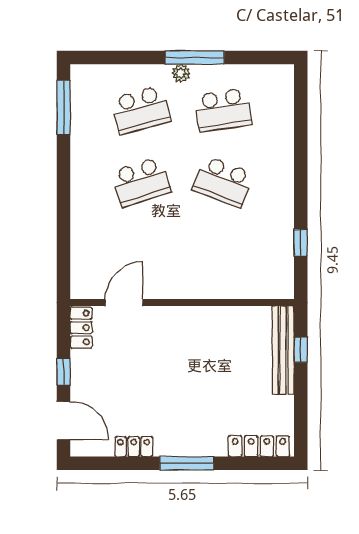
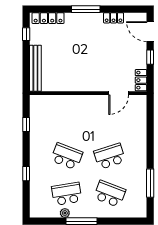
plant: (181, 73) -> (65, 213), moved
window: (64, 107) -> (150, 183), moved
school desk: (141, 110) -> (110, 194), turned 36
window: (301, 149) -> (26, 174), added
window: (301, 350) -> (26, 34), moved

